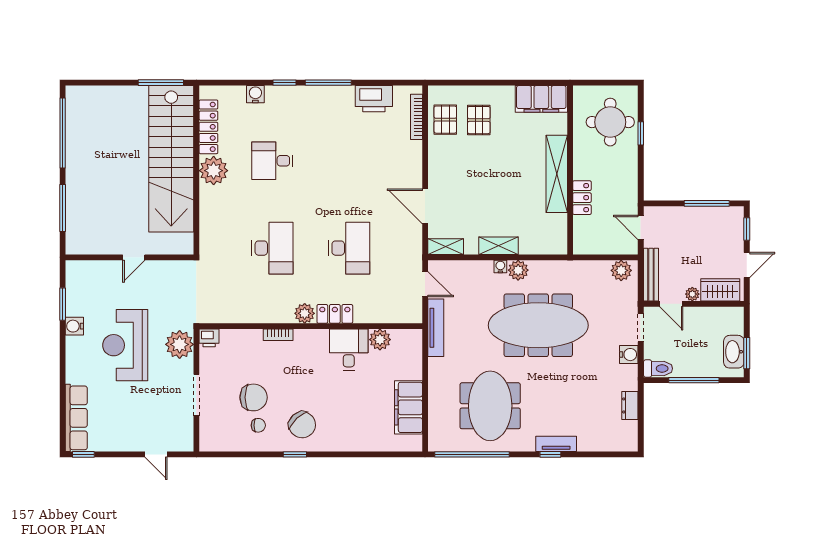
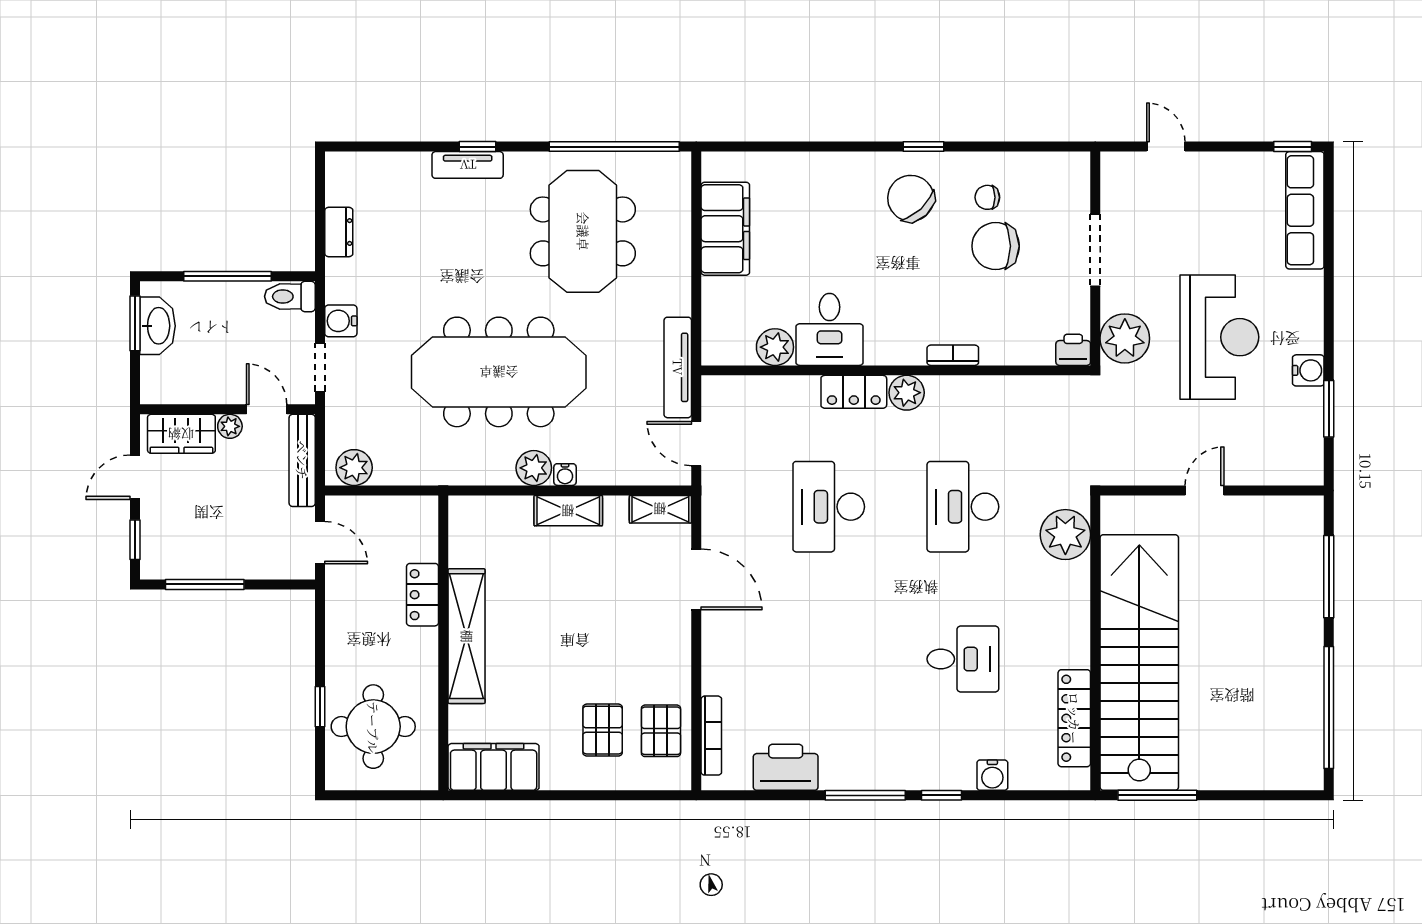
plant: (214, 171) -> (1065, 535), moved

